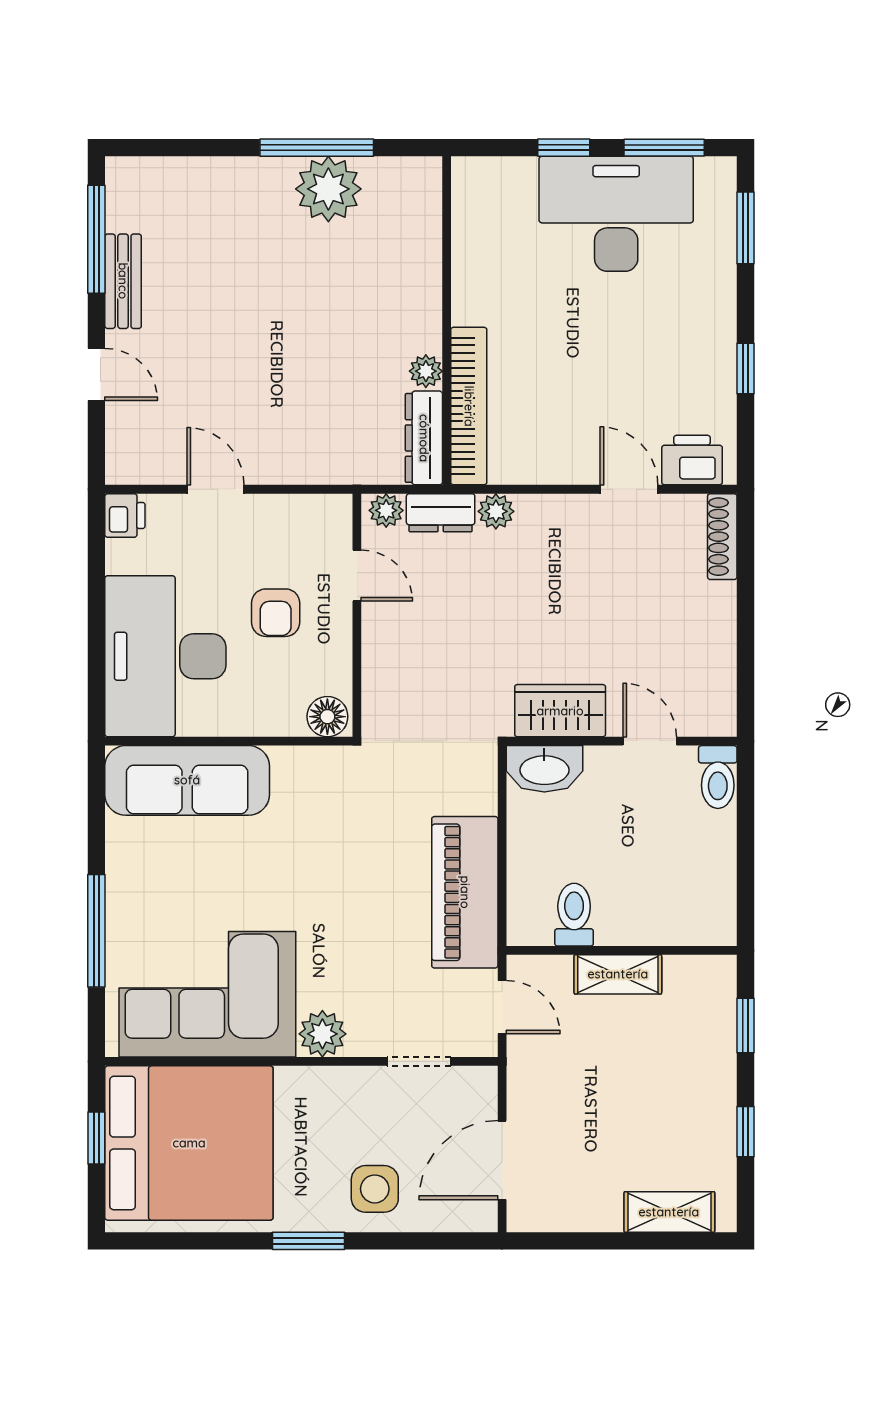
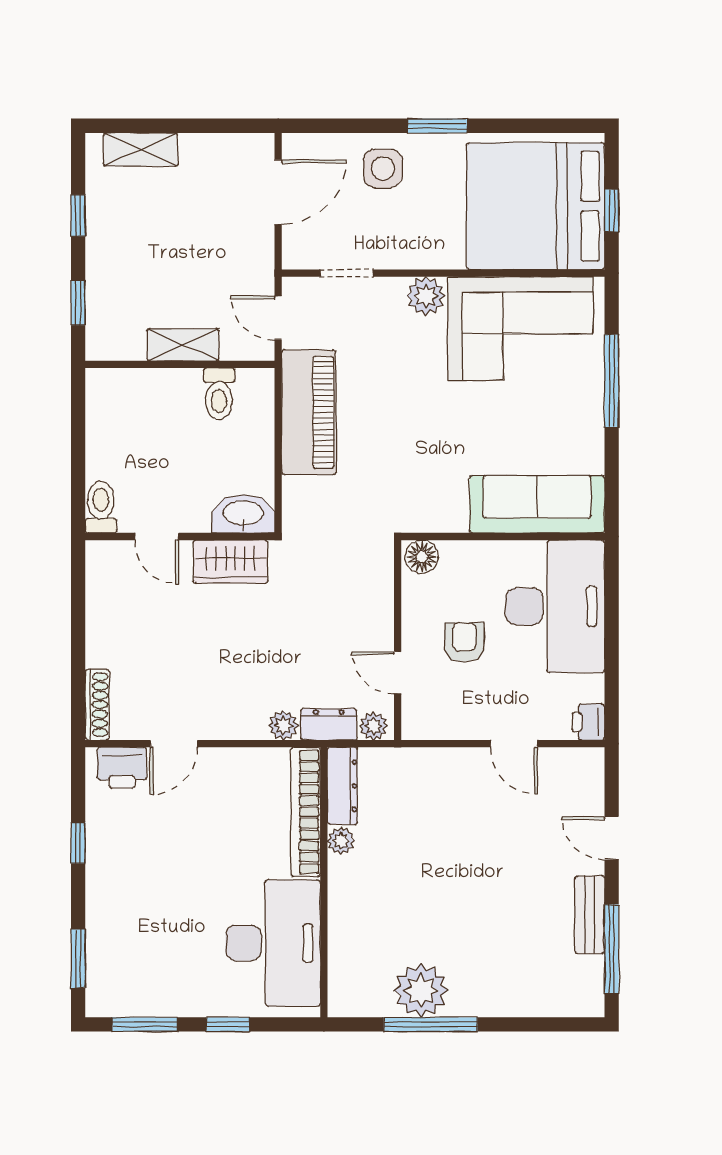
desk: (616, 214) -> (273, 943), moved, turned -90
door: (629, 489) -> (174, 744), hinge flipped

